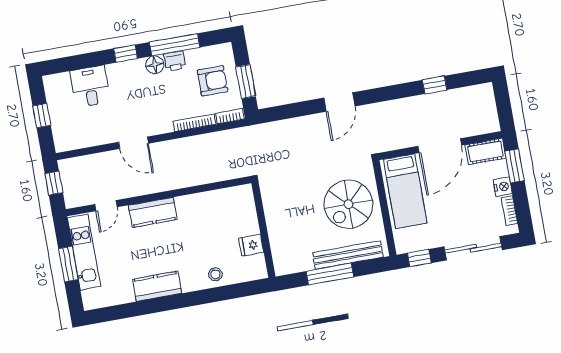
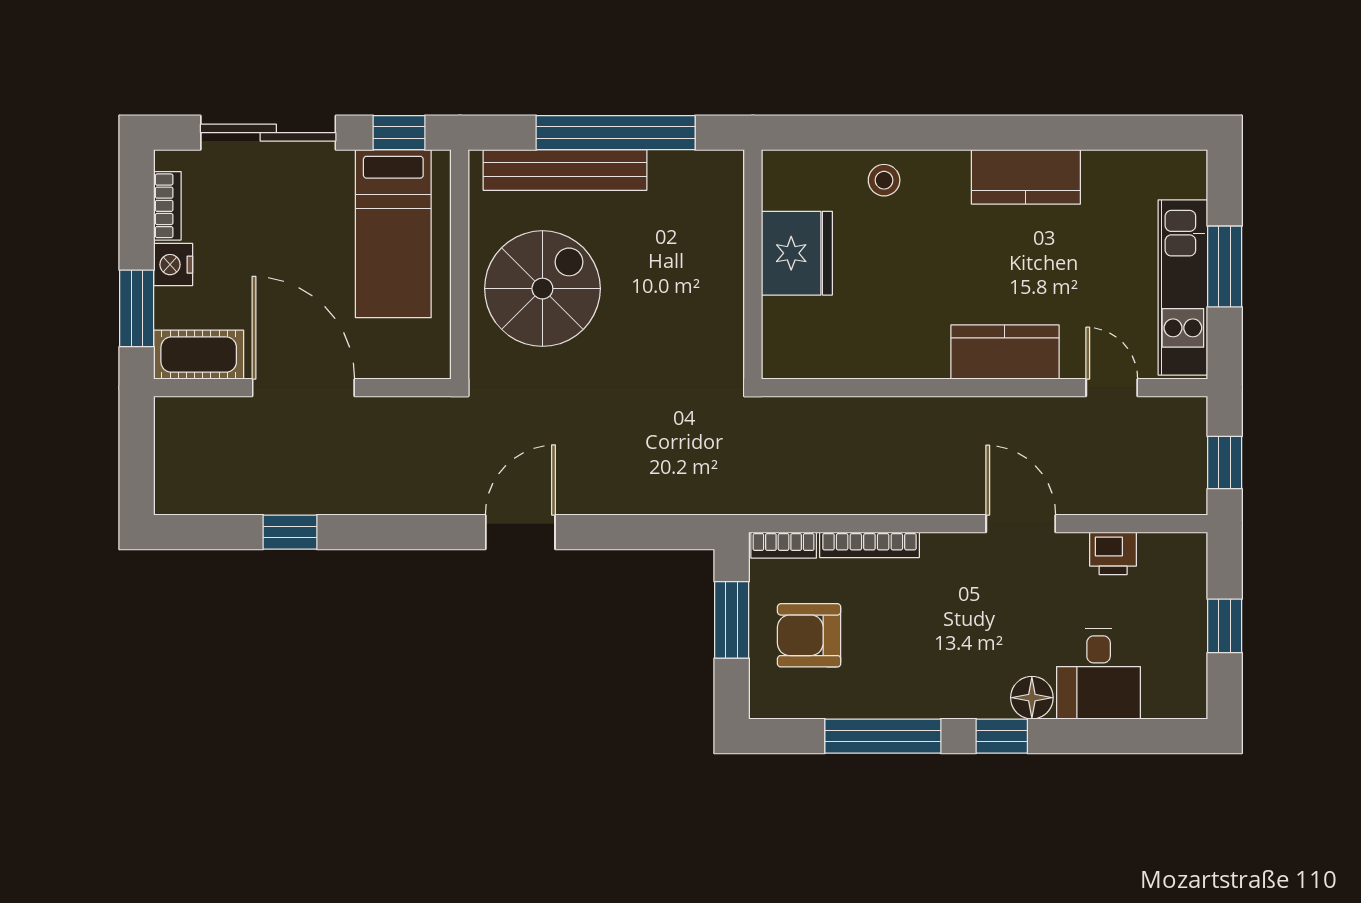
printer: (175, 61) -> (1113, 553), moved, turned 180
floor lamp: (155, 65) -> (1032, 698), moved
door: (440, 146) -> (303, 388), hinge flipped
bed: (405, 191) -> (393, 234), moved, turned 180
door: (106, 206) -> (1112, 388), hinge flipped
fridge: (251, 245) -> (797, 253), width x1.88, depth x1.34
window: (330, 274) -> (616, 133), width x1.46

